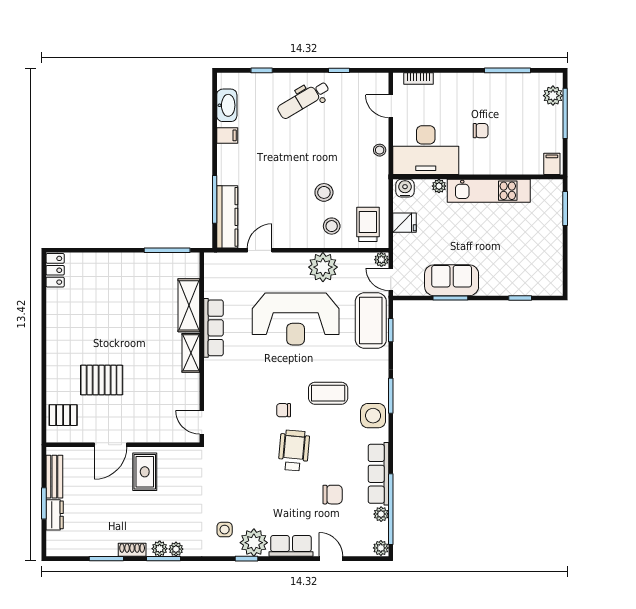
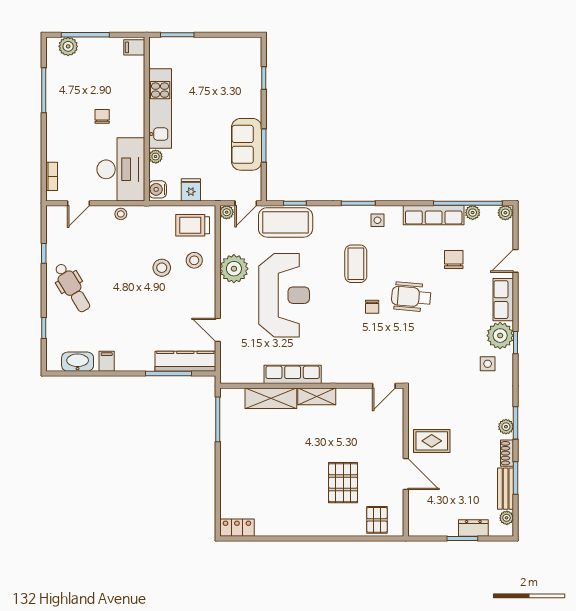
side table: (373, 416) -> (377, 220), width x0.54, depth x0.54
bench: (54, 477) -> (506, 489), moved, turned 90
plant: (176, 549) -> (507, 518), moved

